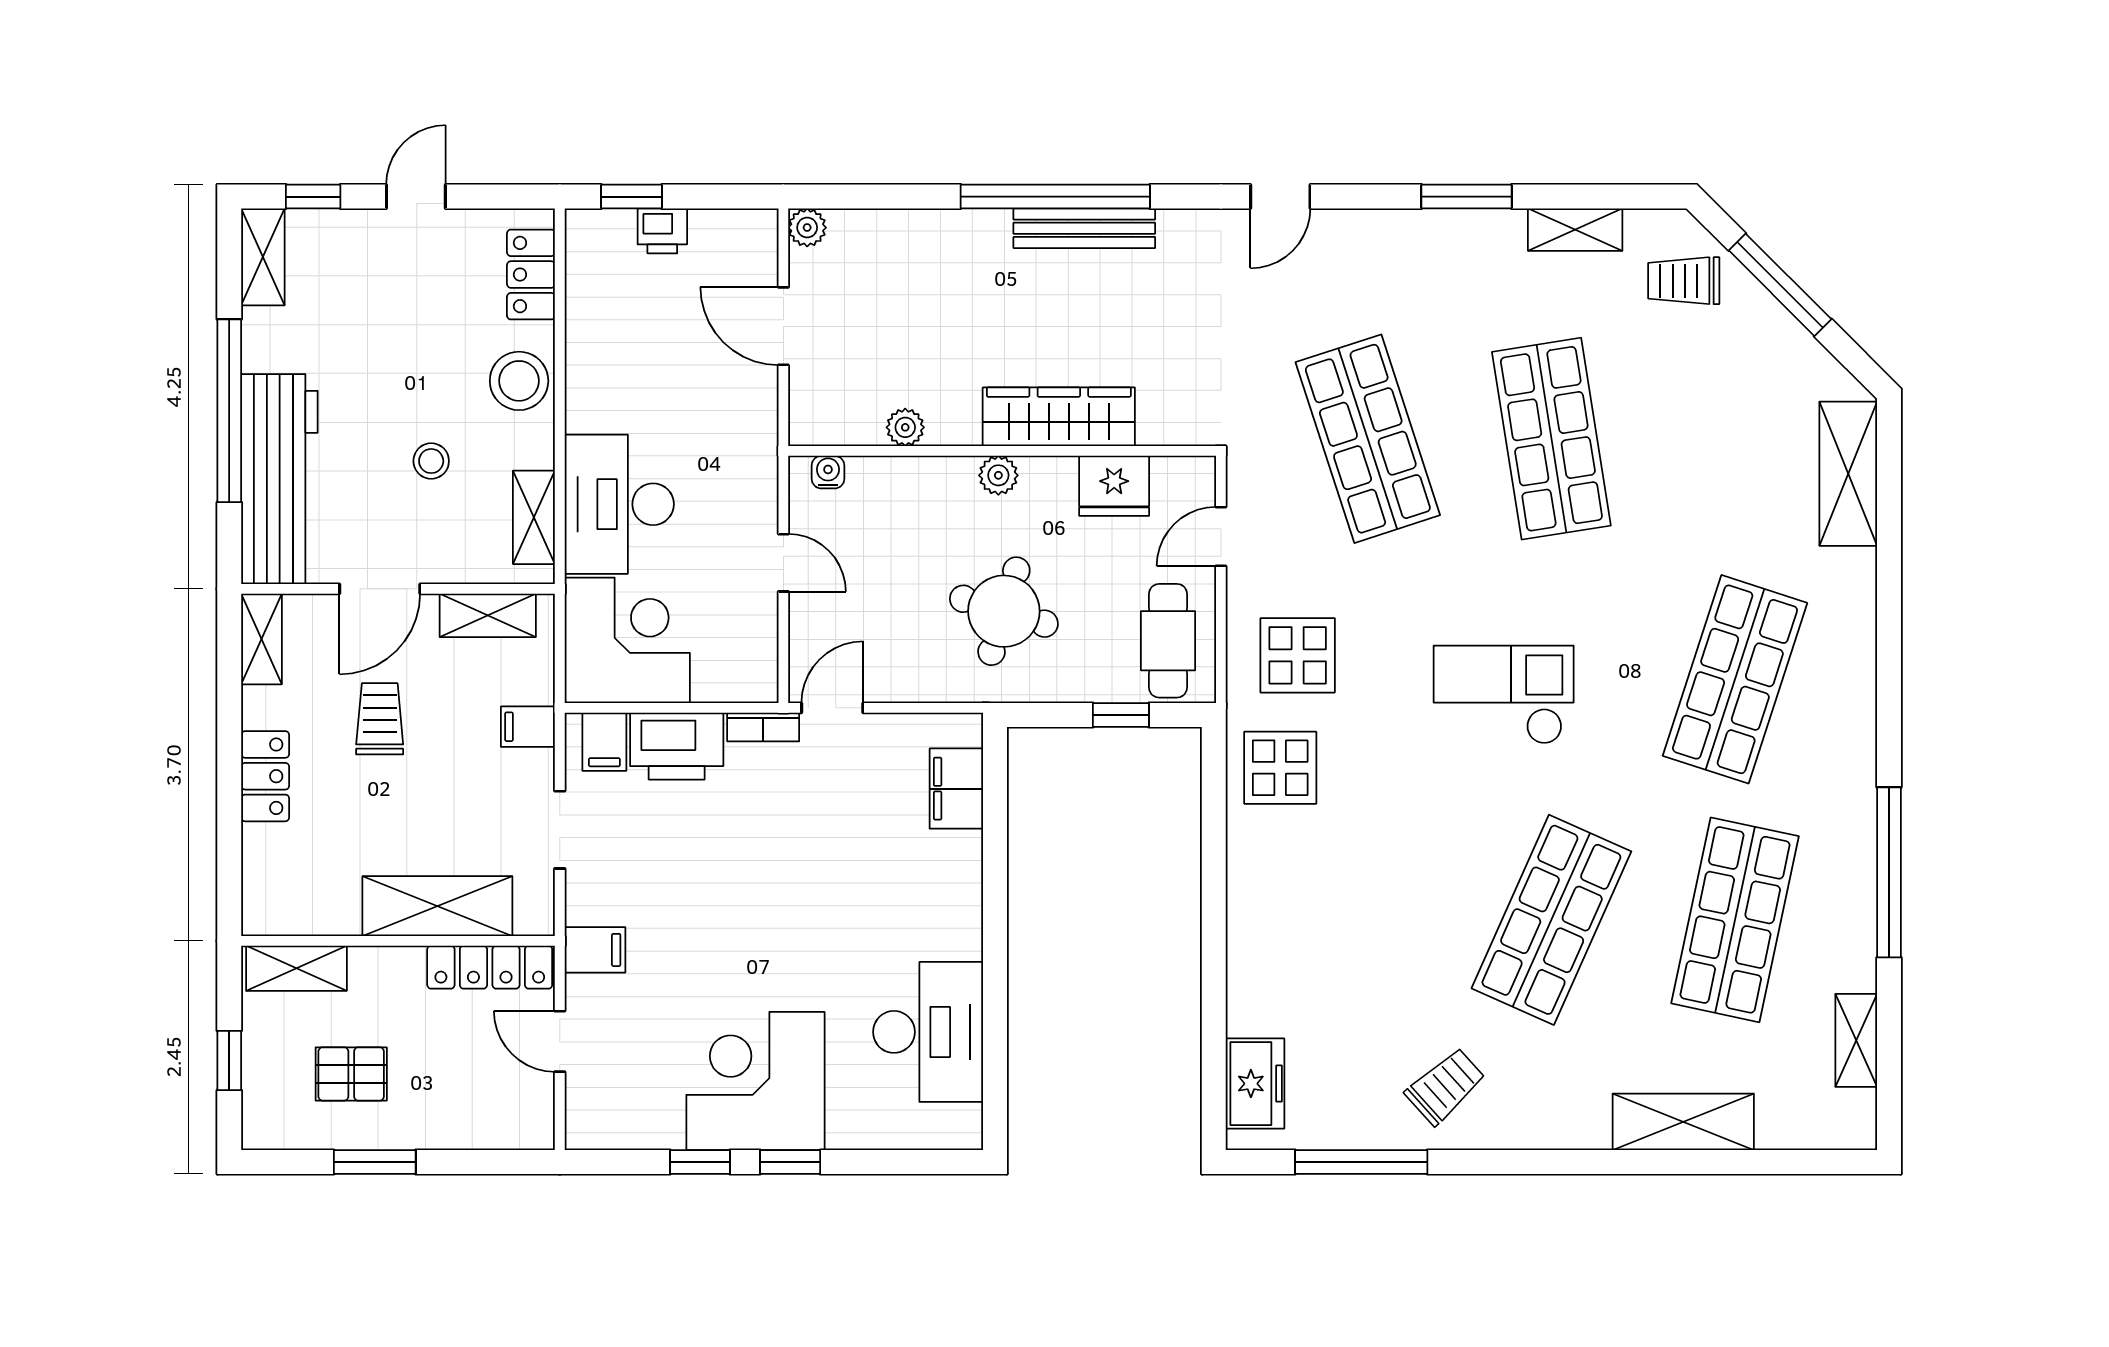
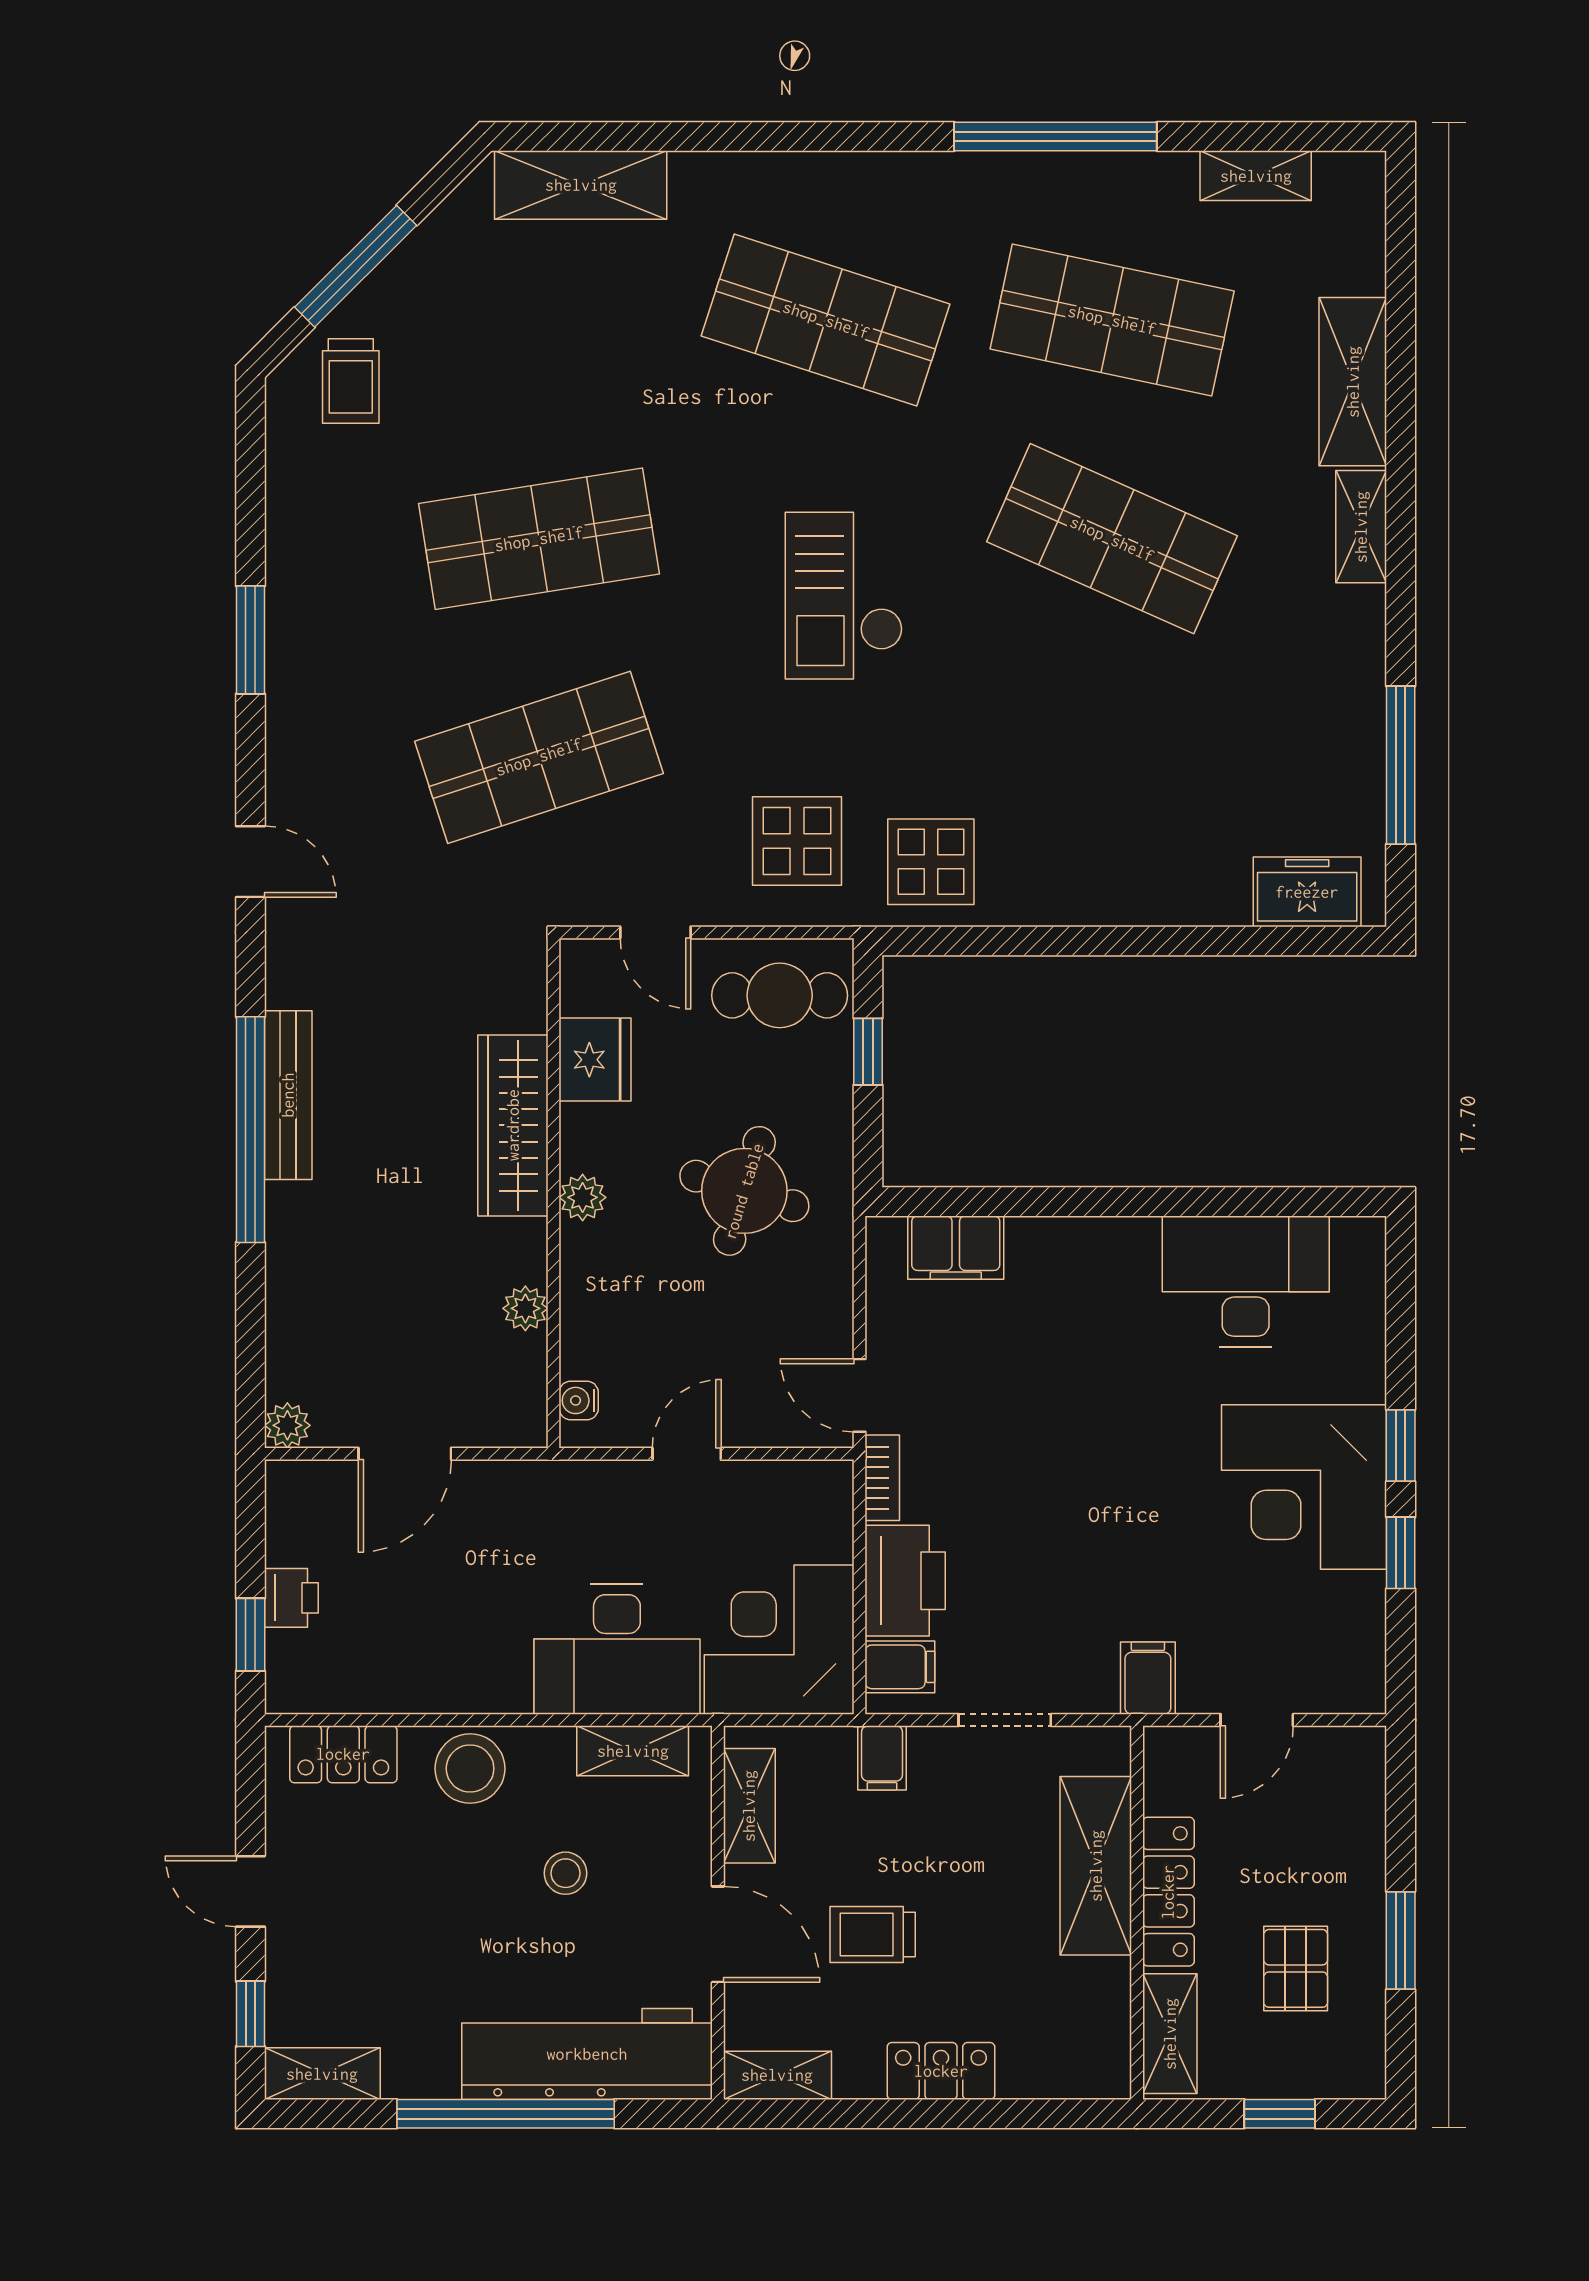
shelving: (1575, 230) -> (1361, 527), moved
locker: (490, 967) -> (1168, 1892), moved
trolley: (1445, 1086) -> (1310, 665), removed

